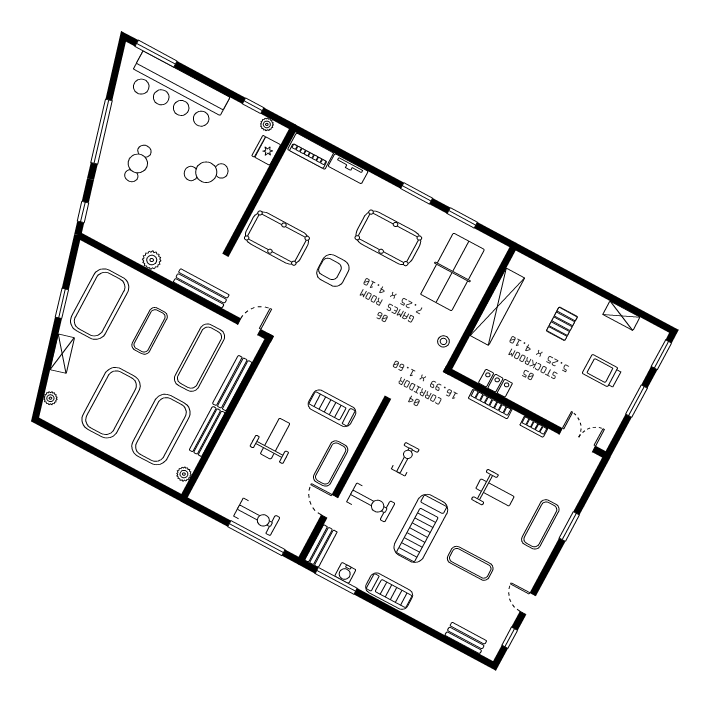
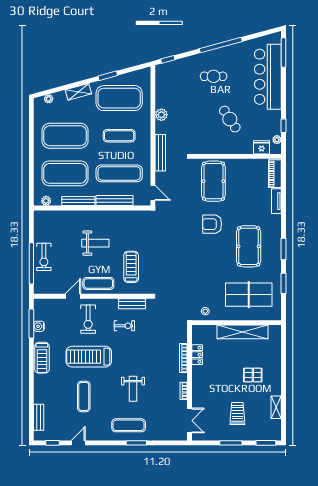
armchair: (333, 270) -> (212, 224), turned -90
bench: (321, 546) -> (132, 304), moved

